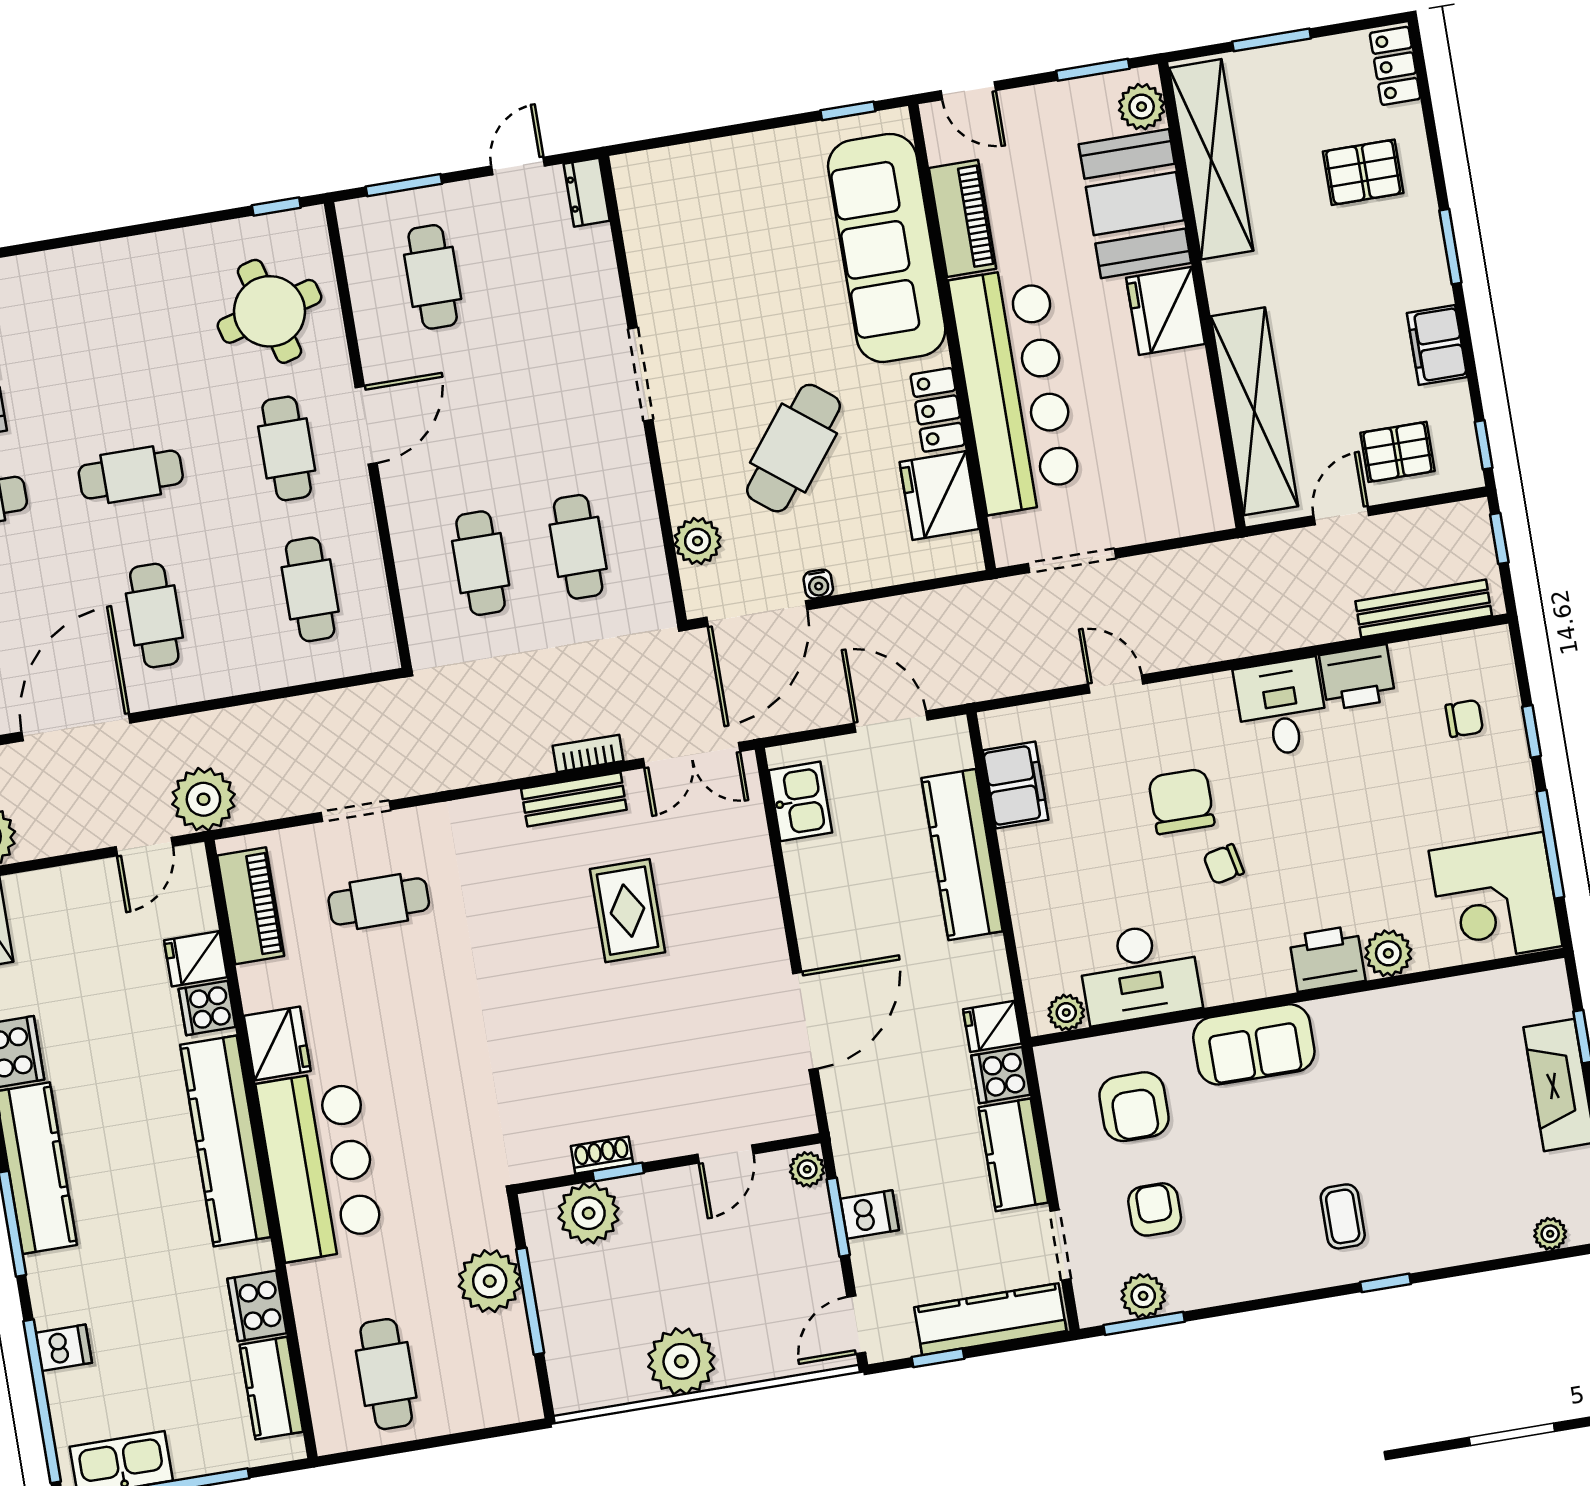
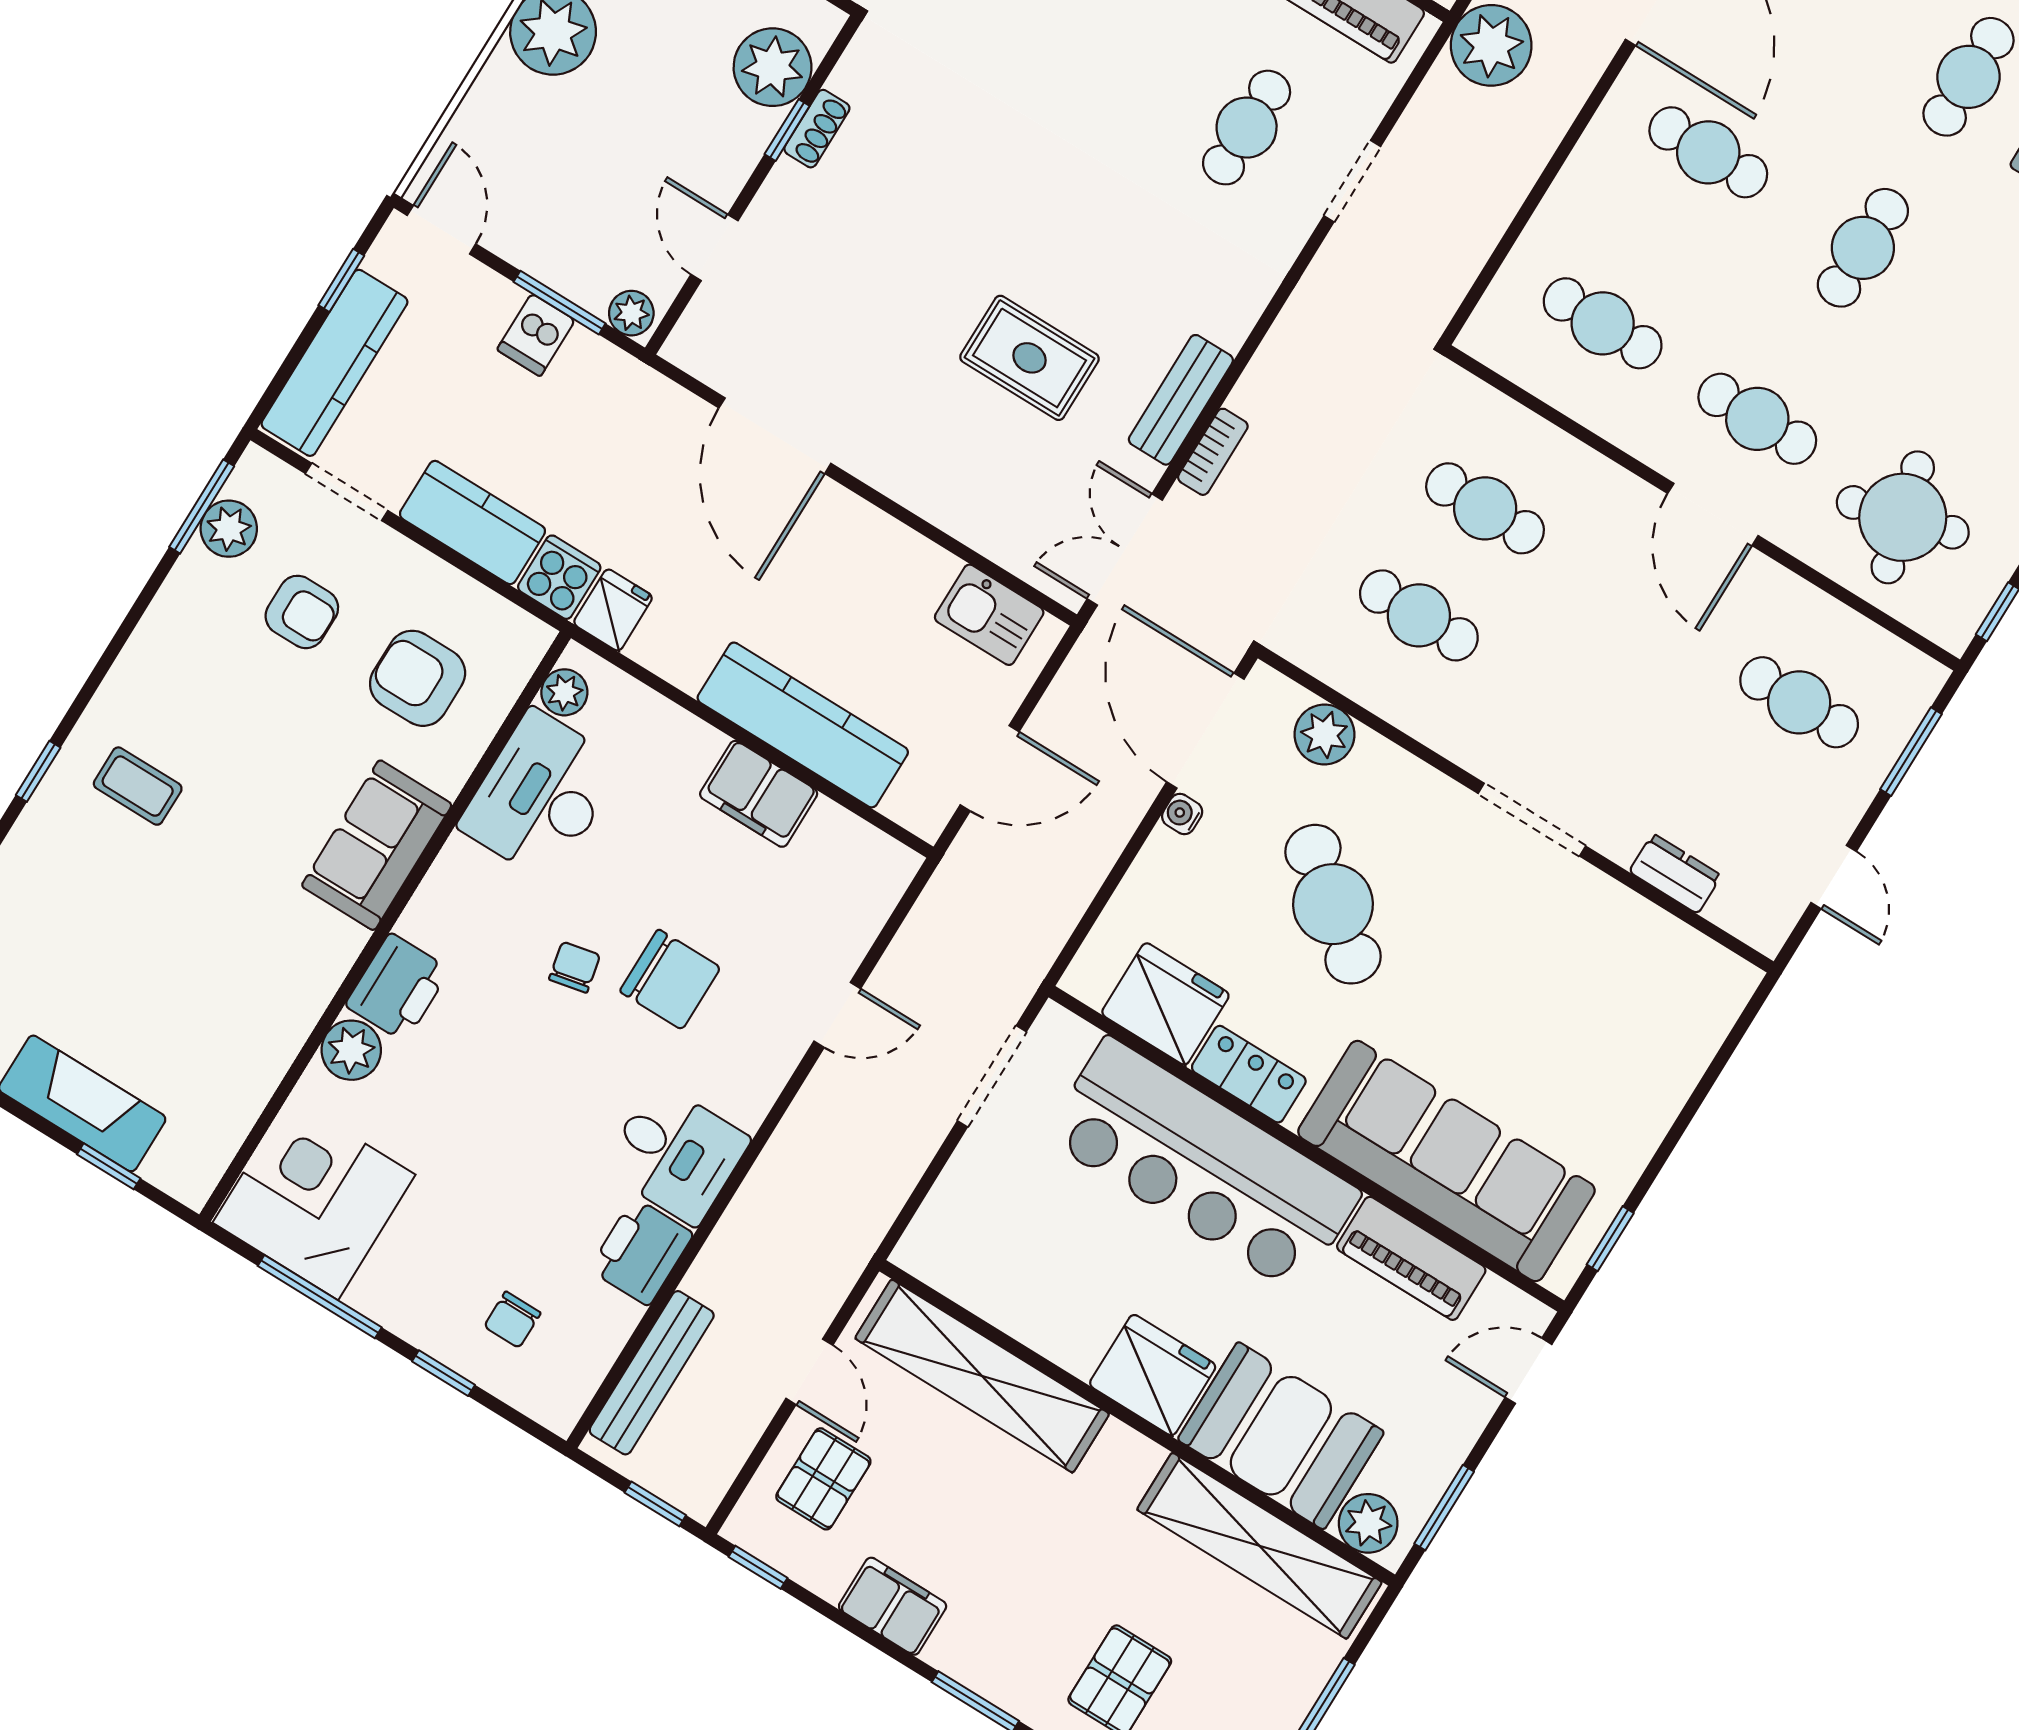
dresser: (587, 192) -> (1675, 874), moved
filing cabinet: (1016, 785) -> (759, 794), moved

